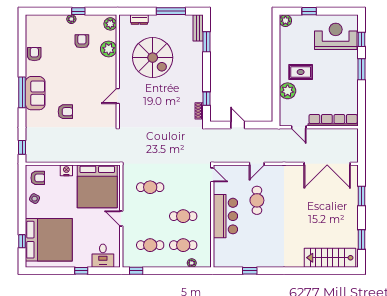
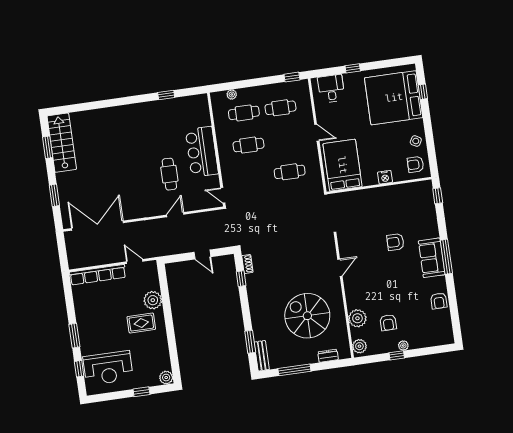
bed: (97, 186) -> (342, 165), width x0.73
stairs: (330, 258) -> (62, 143), moved, turned -90

